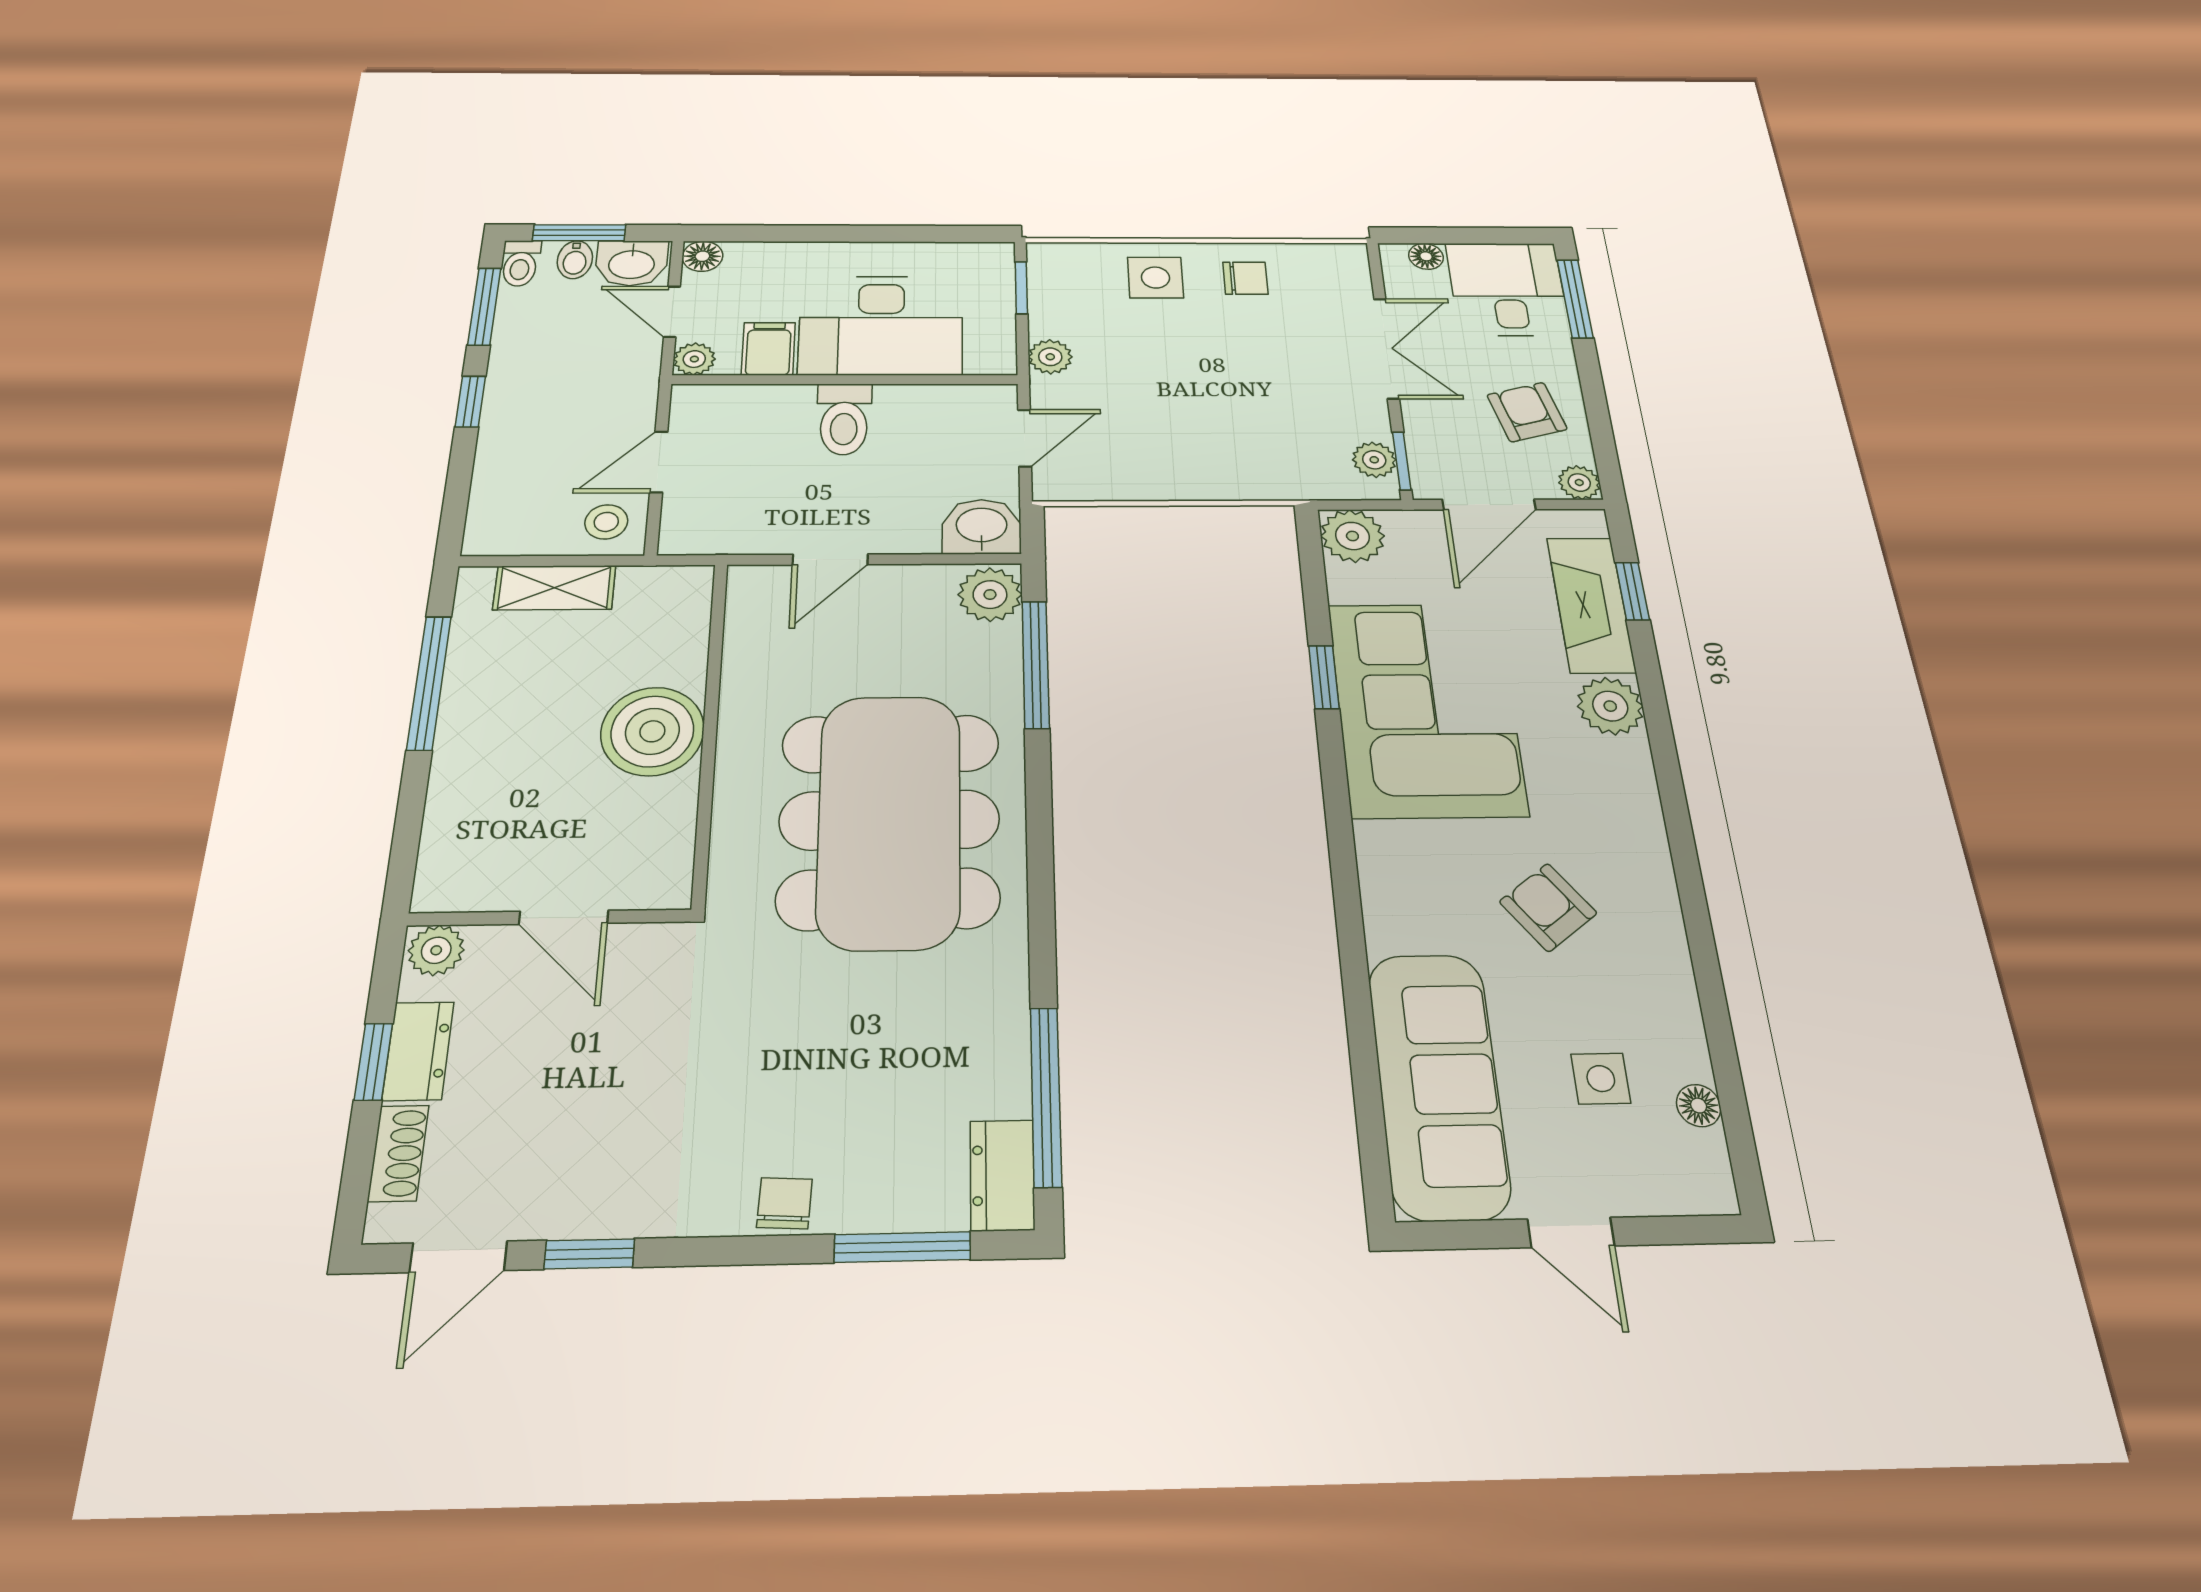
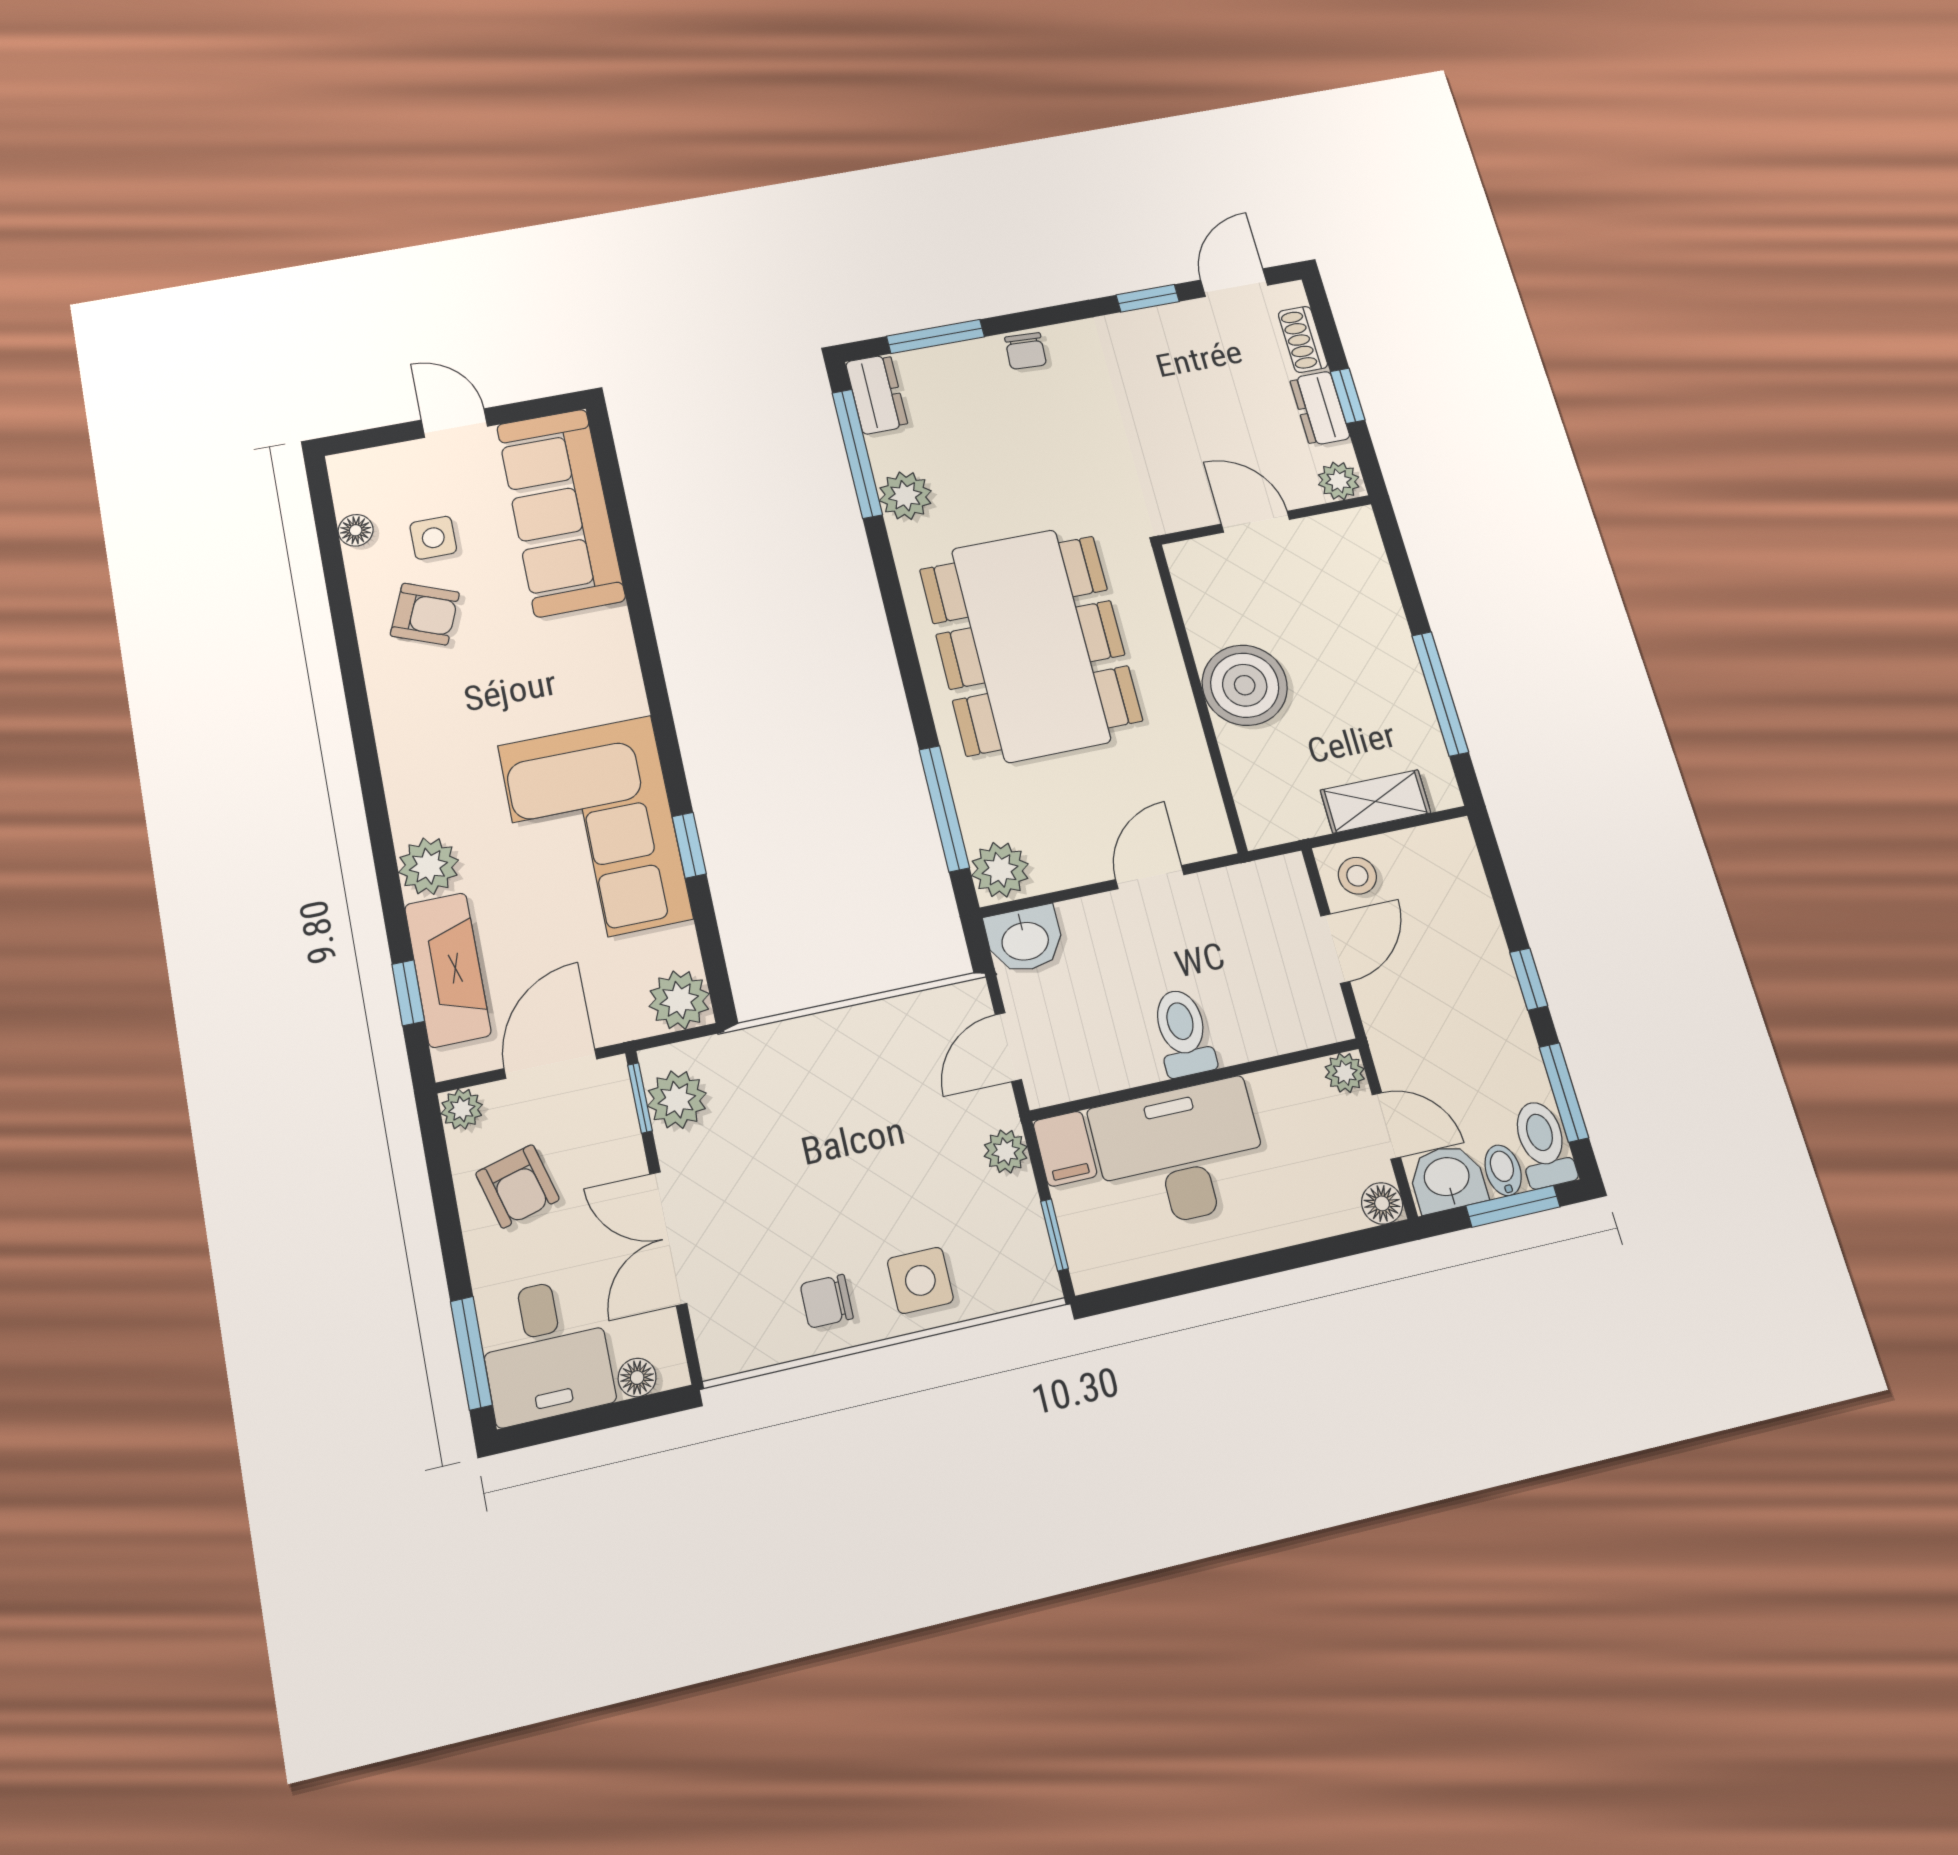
toilet: (520, 263) -> (1543, 1144), width x1.37, depth x1.39
filing cabinet: (768, 349) -> (1065, 1149), moved
plant: (1374, 460) -> (677, 1100), width x1.38, depth x1.38
armchair: (1548, 907) -> (425, 614), moved, turned -31
plant: (996, 1029) -> (905, 496), added

